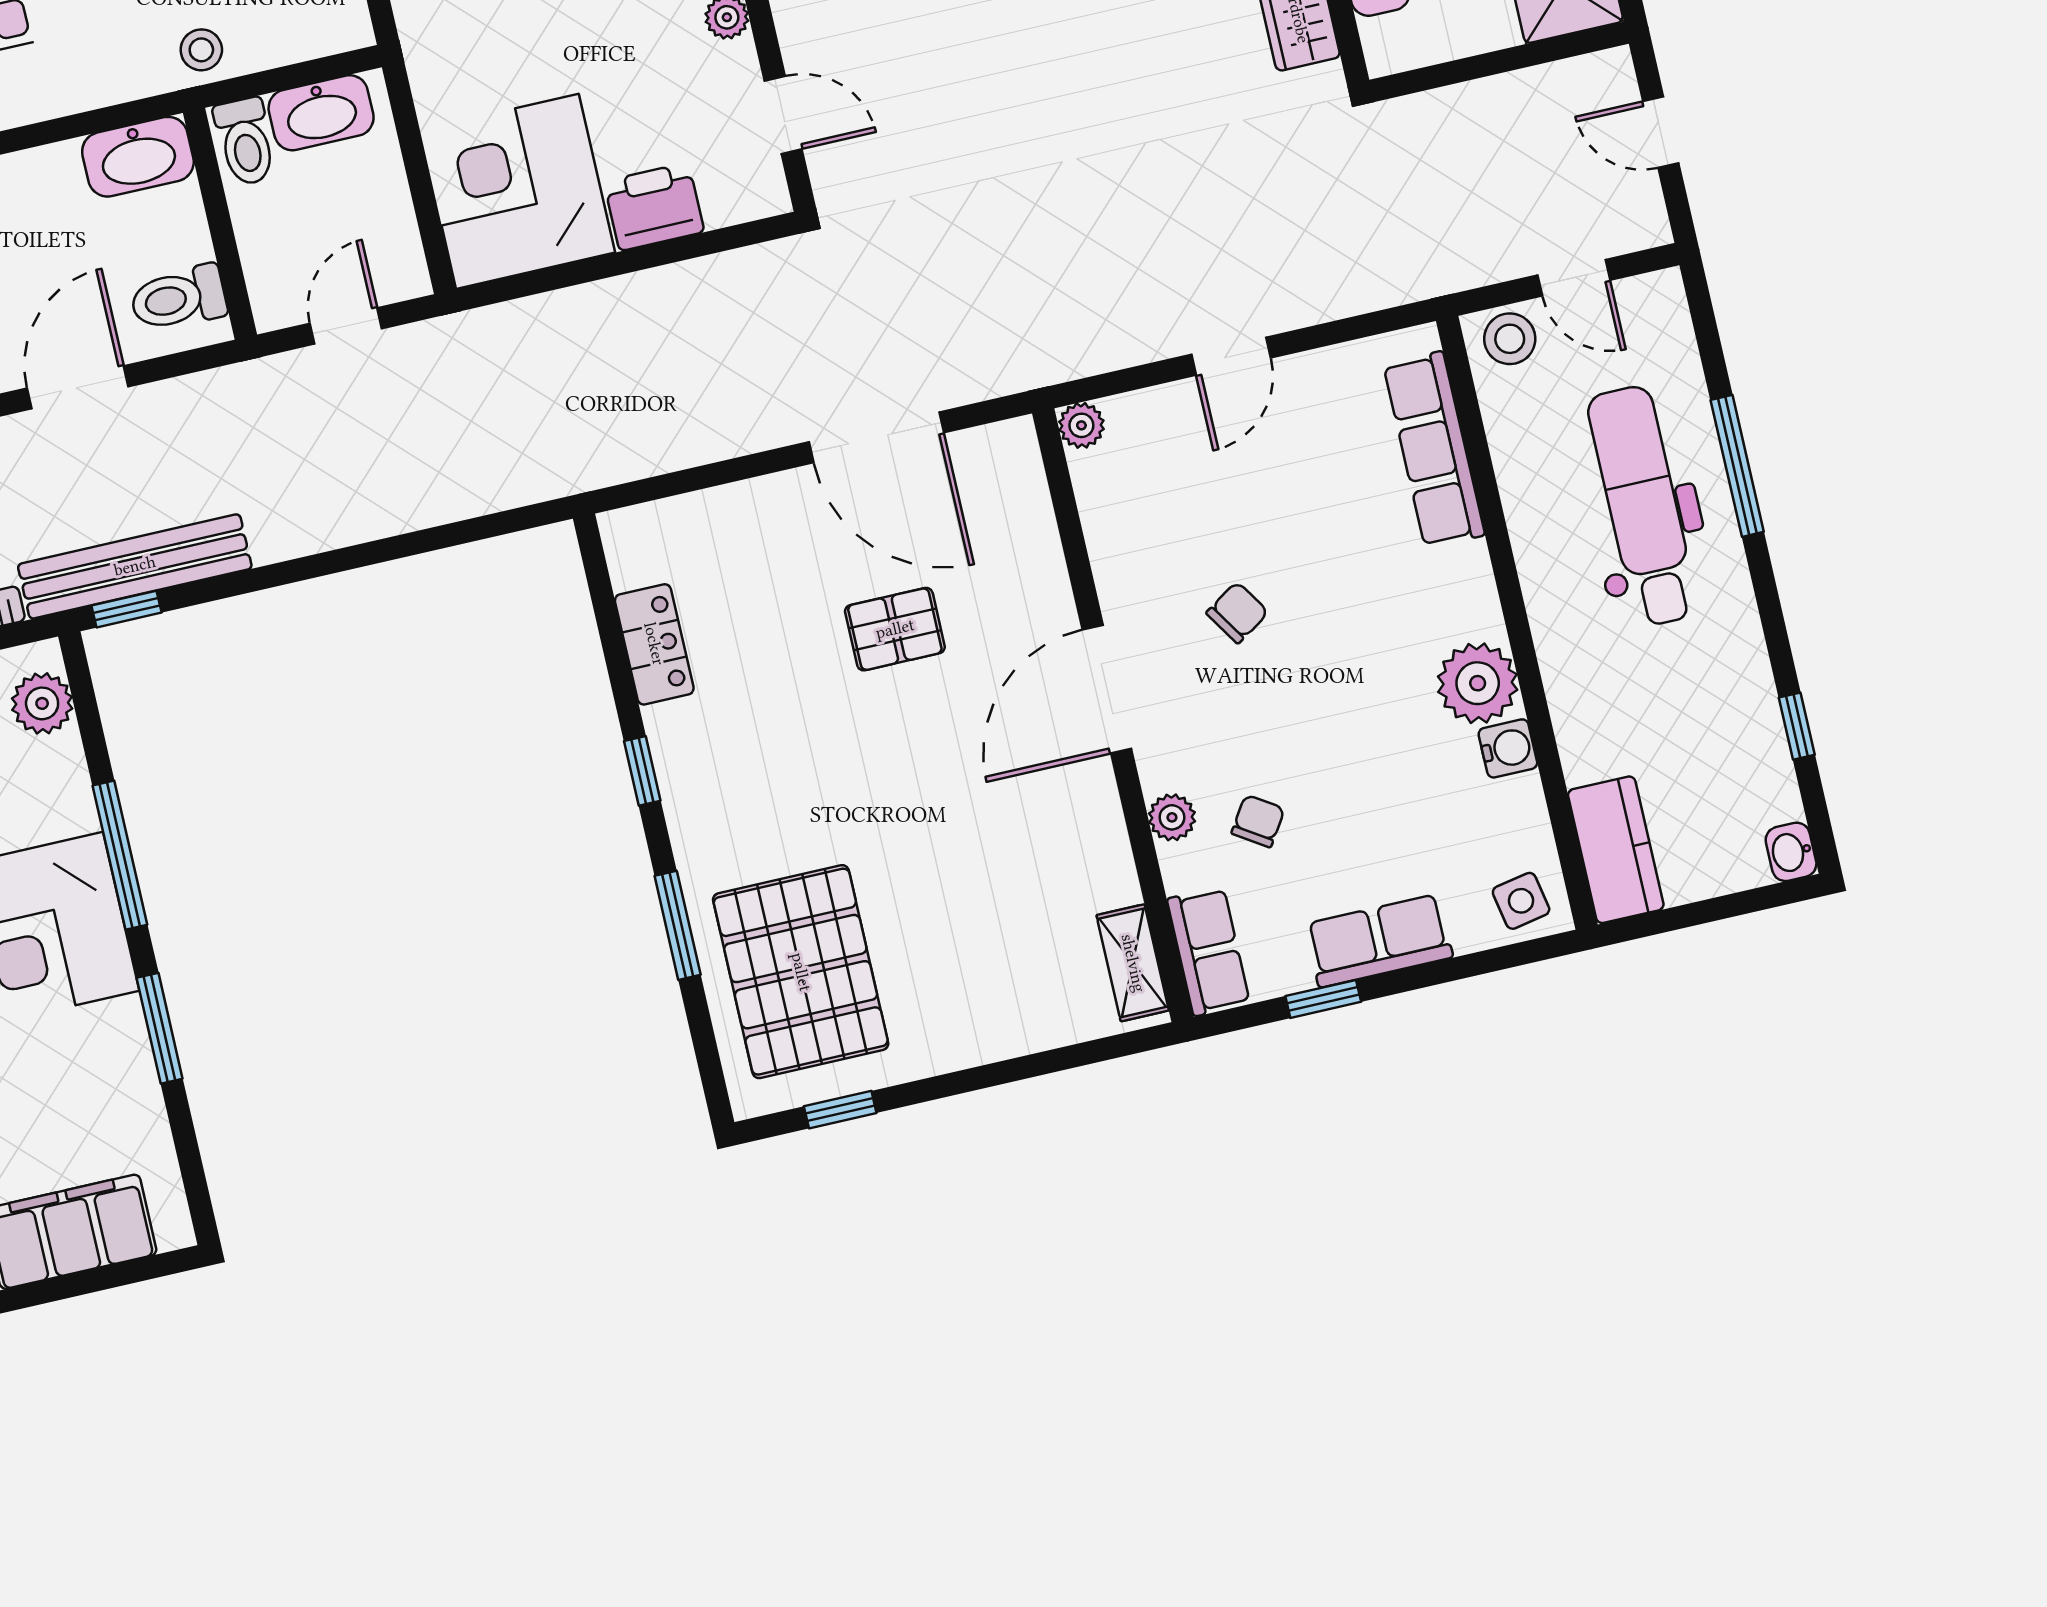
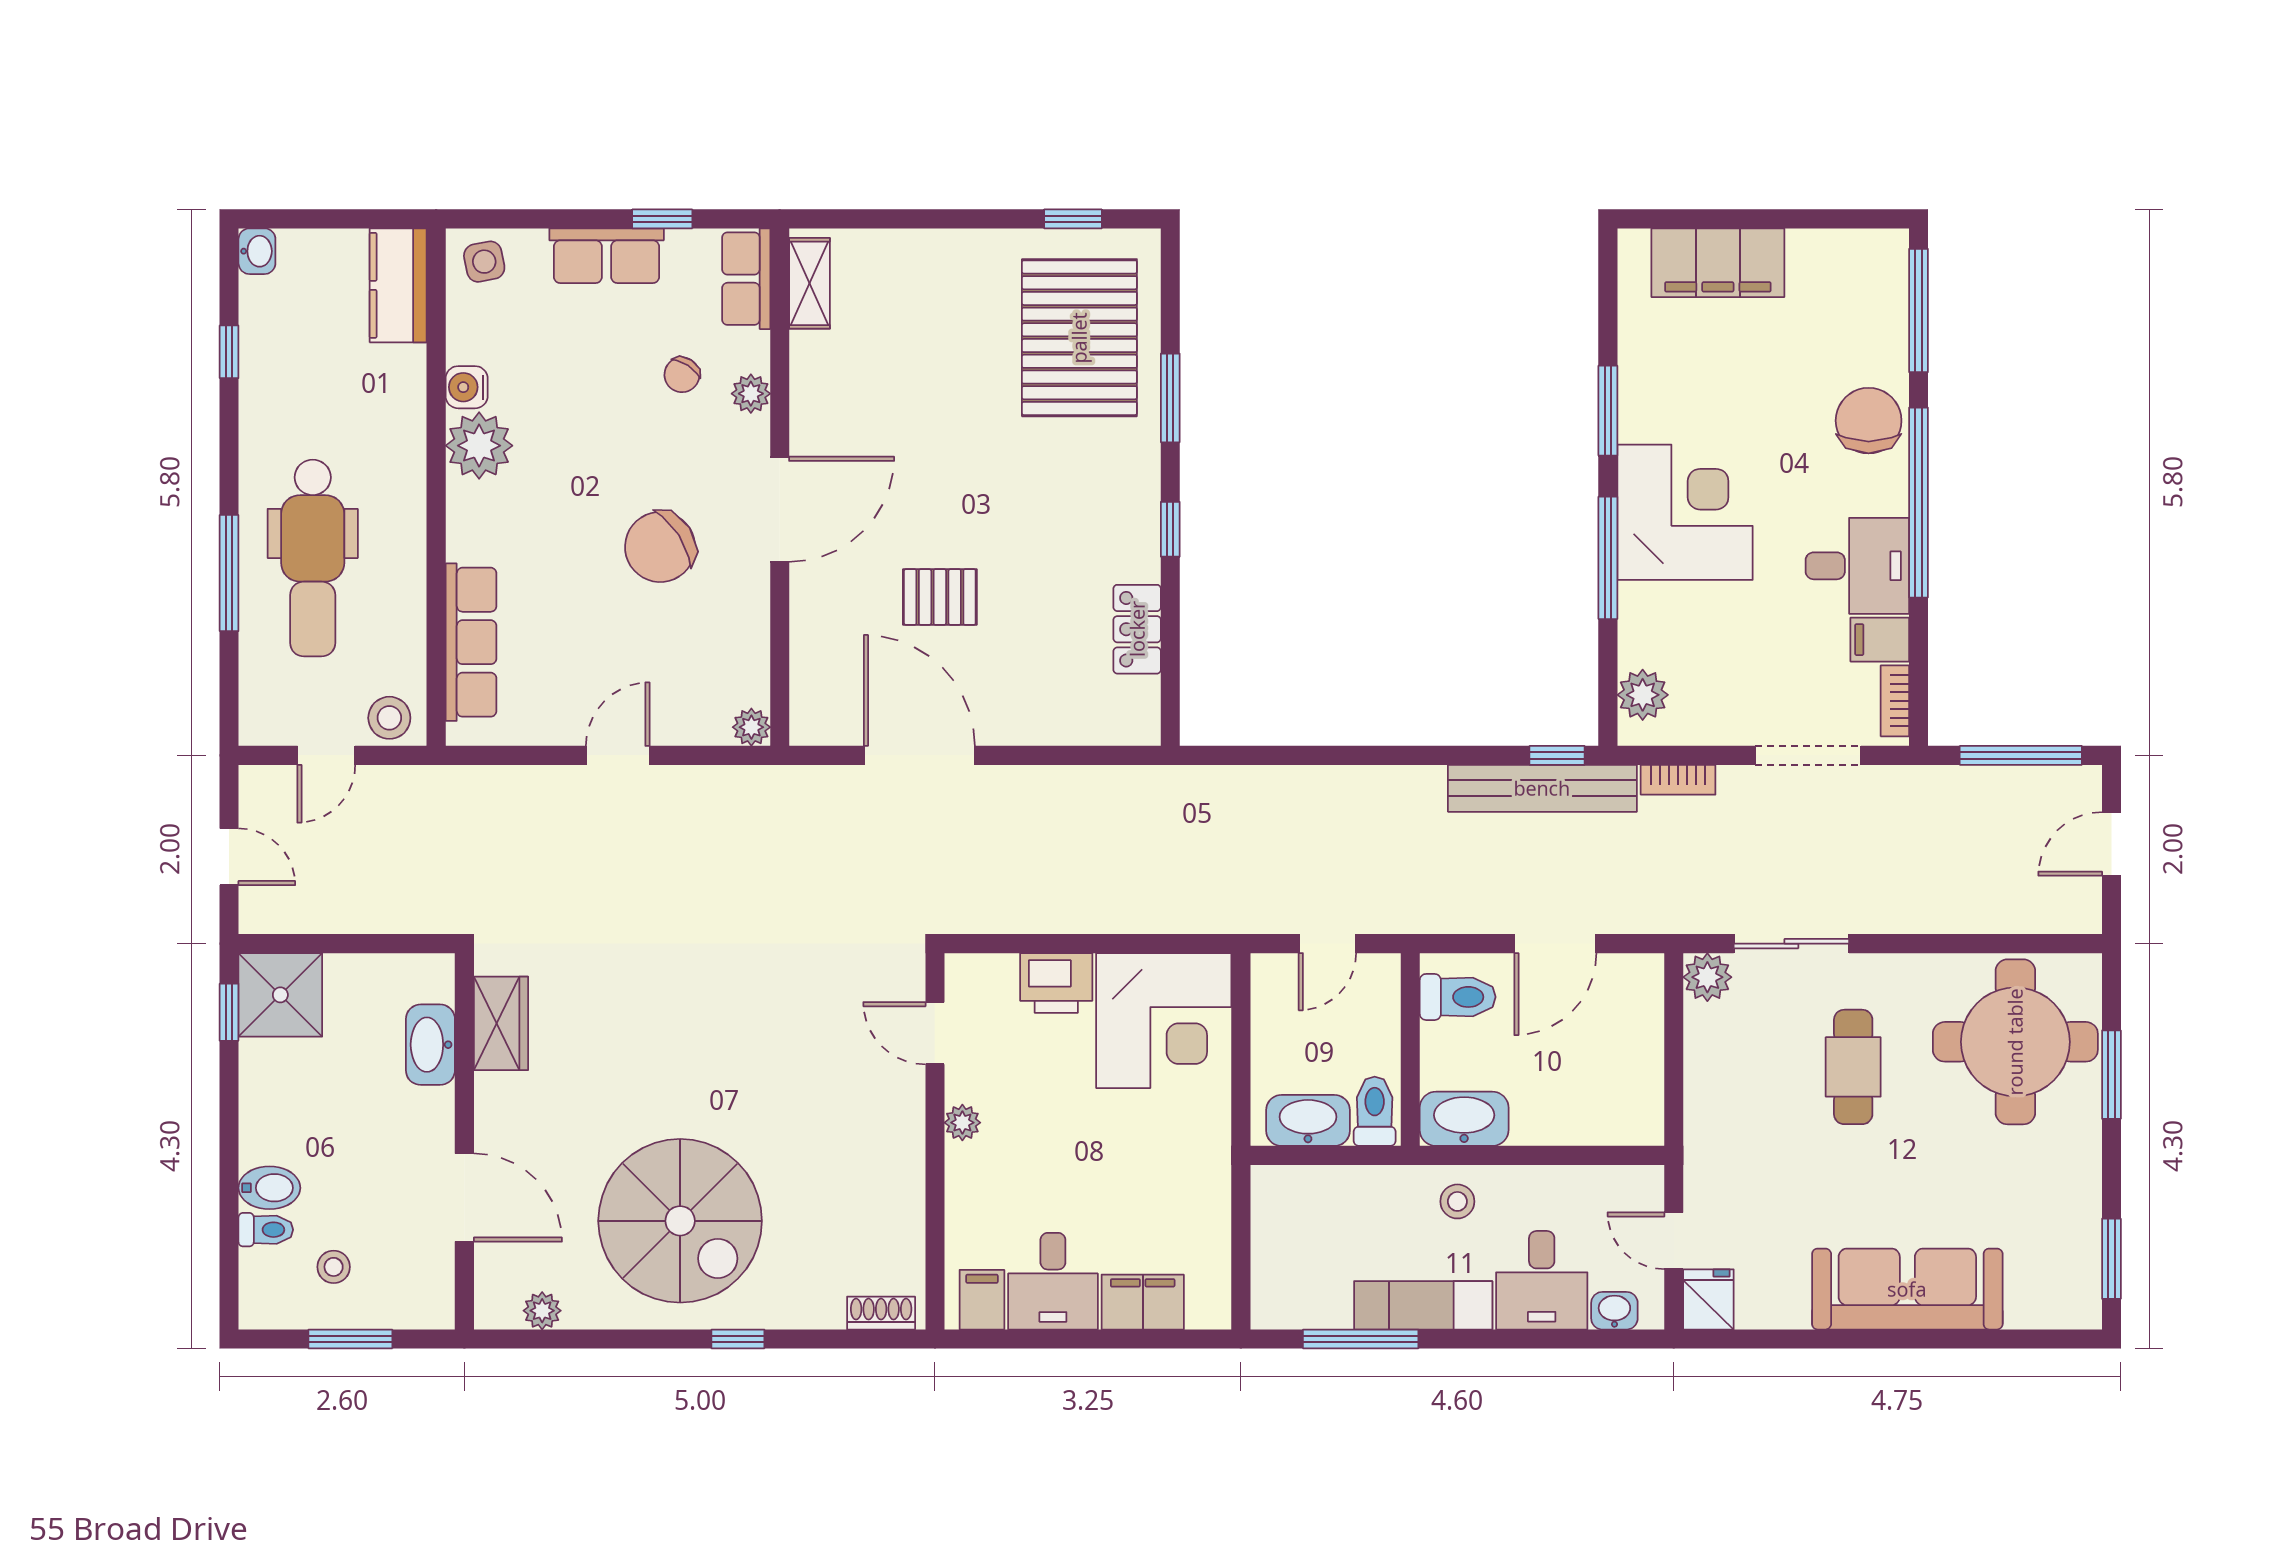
stool: (201, 50) -> (1457, 1201), moved
door: (1574, 278) -> (326, 755), swing flipped
chair: (1237, 613) -> (660, 547), width x1.87, depth x1.87

